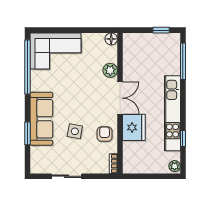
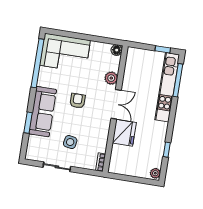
kitchen unit: (172, 113) -> (167, 87), moved
side table: (75, 131) -> (70, 142), moved
armchair: (105, 134) -> (78, 101), moved

